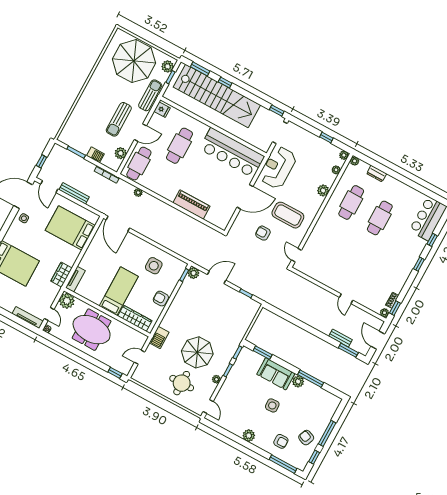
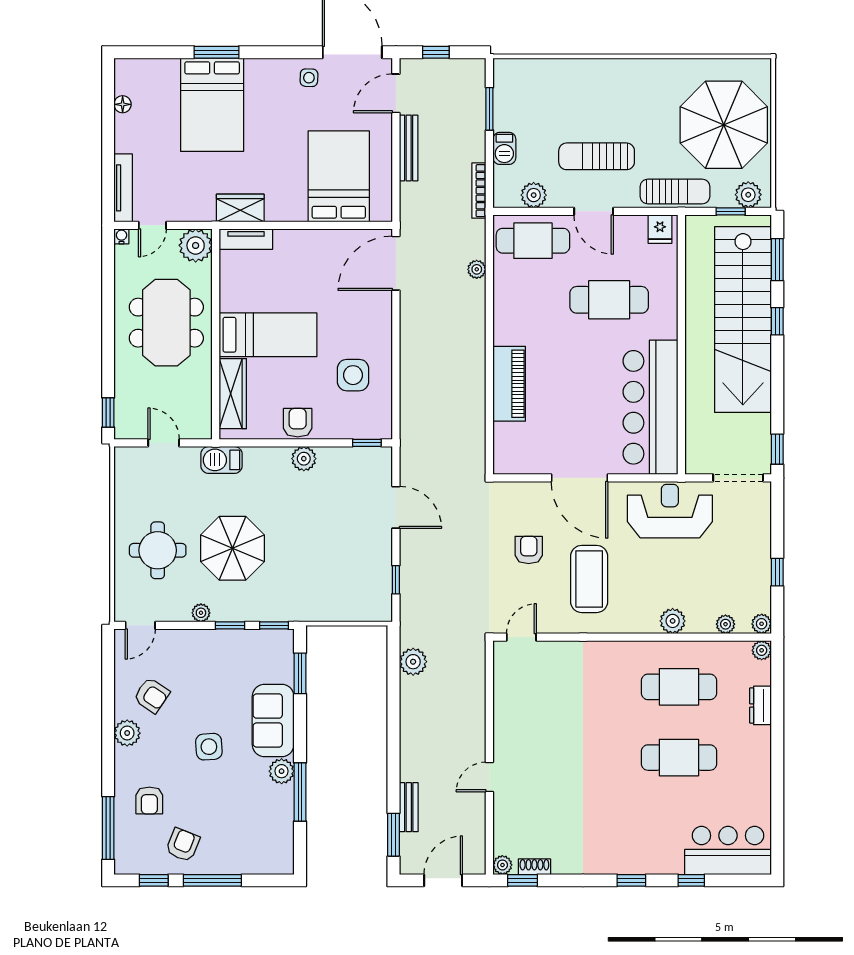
plant: (193, 273) -> (304, 459), moved
plant: (283, 304) -> (413, 662), added
armchair: (239, 417) -> (152, 695), added

